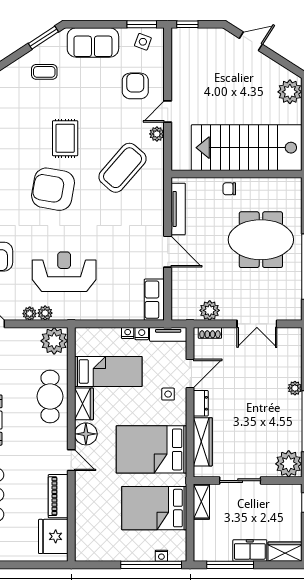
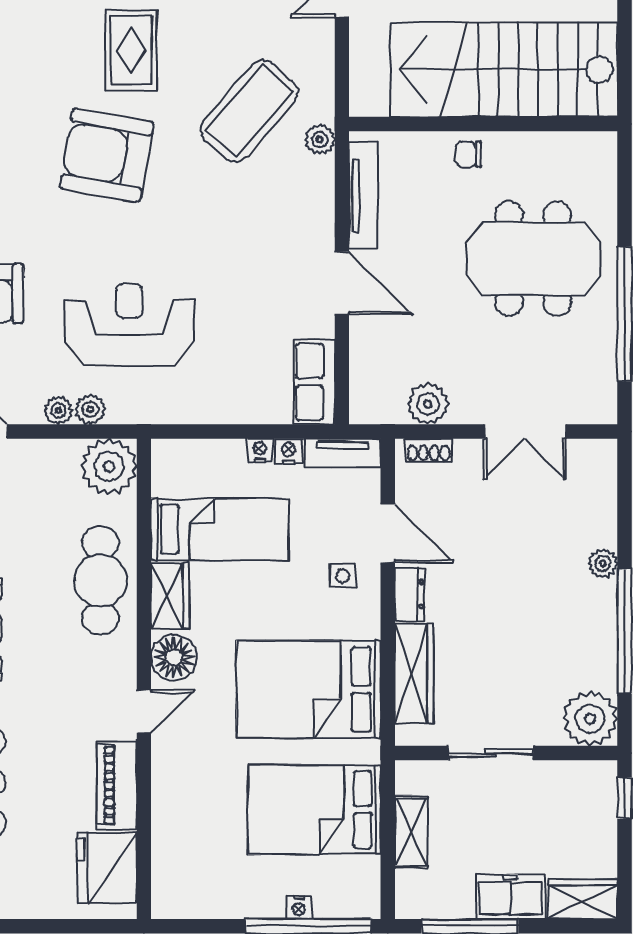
plant: (157, 134) -> (320, 139), moved
door: (190, 373) -> (388, 533), hinge flipped
door: (71, 460) -> (144, 711), hinge flipped
shelving: (201, 502) -> (411, 832), moved
nightstand: (161, 556) -> (299, 907), moved

